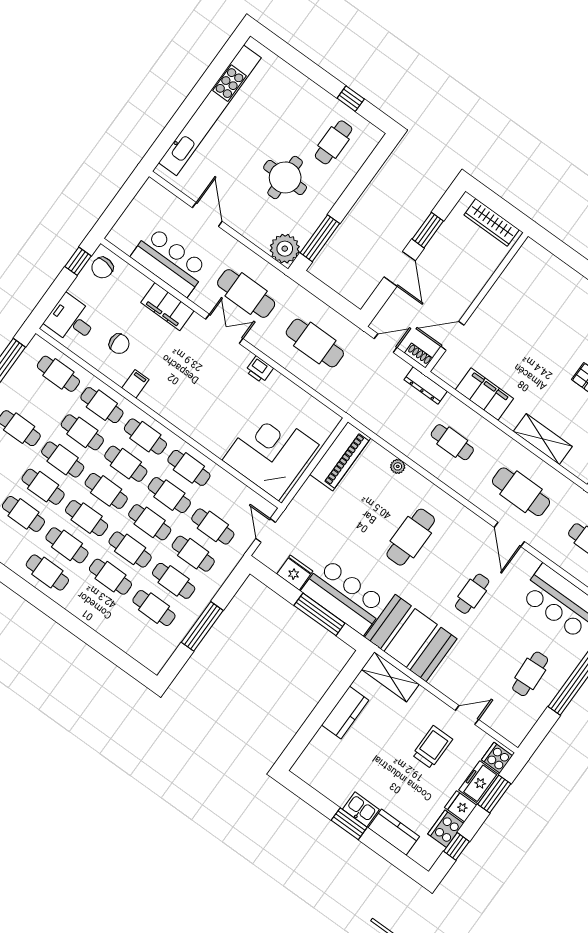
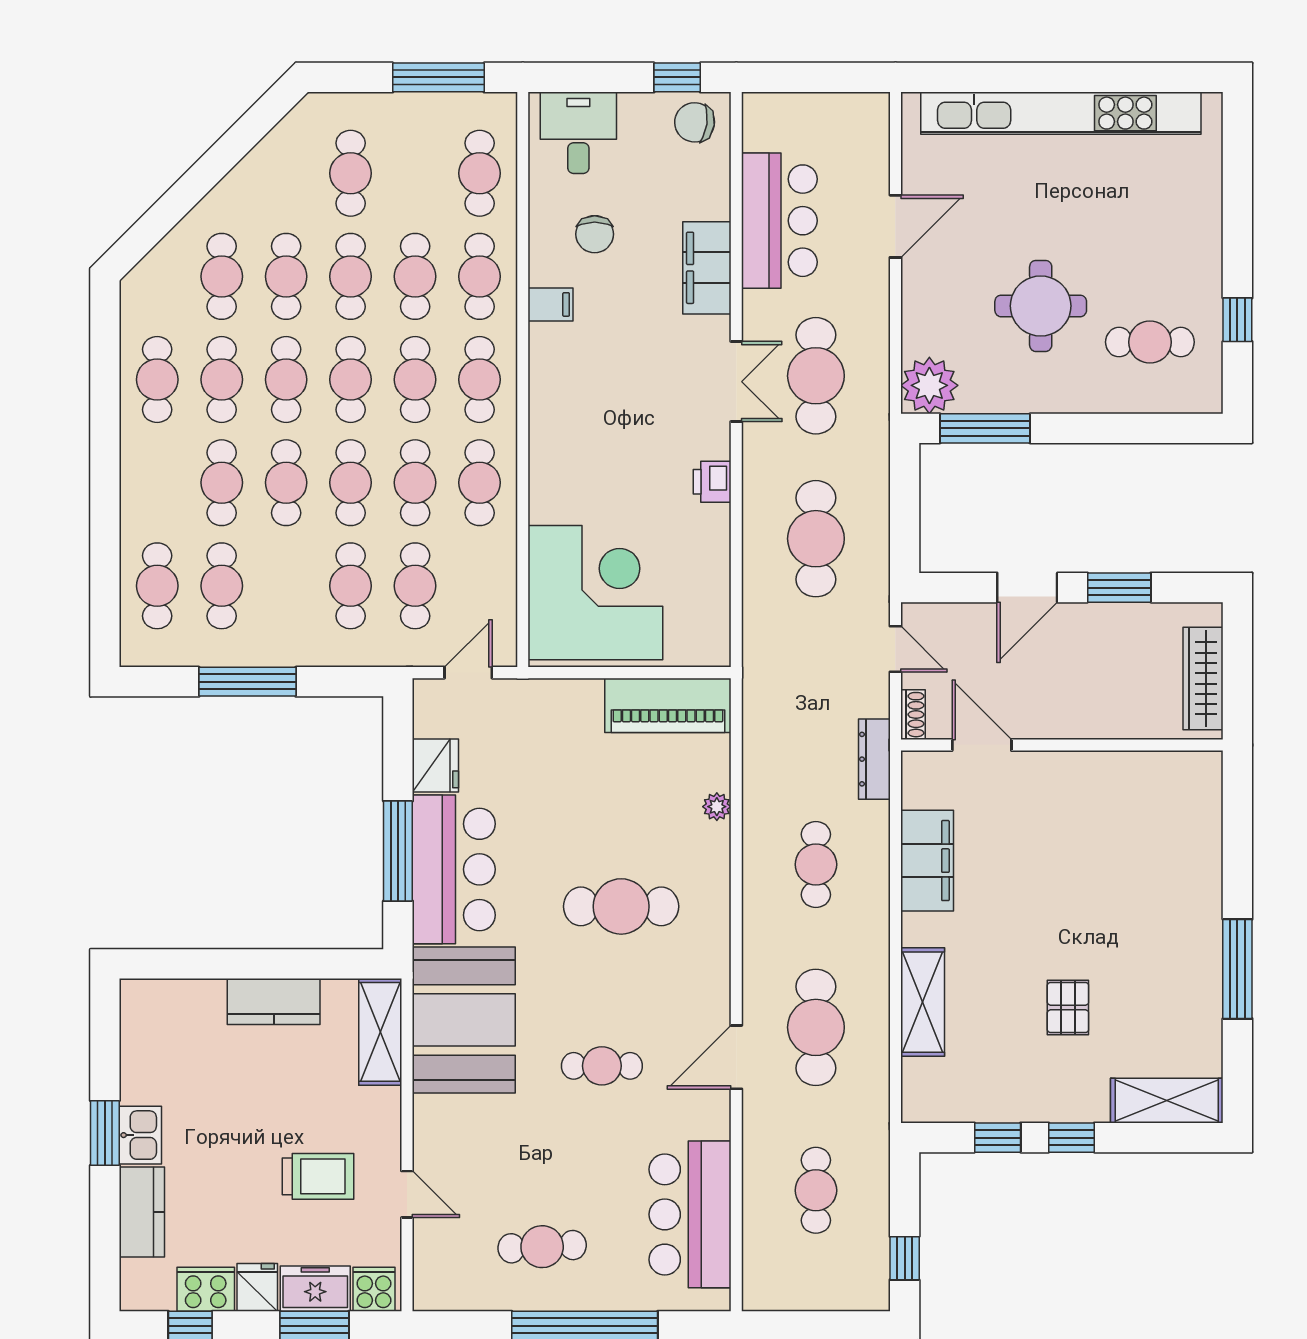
cafe table: (174, 581) -> (157, 586), moved

